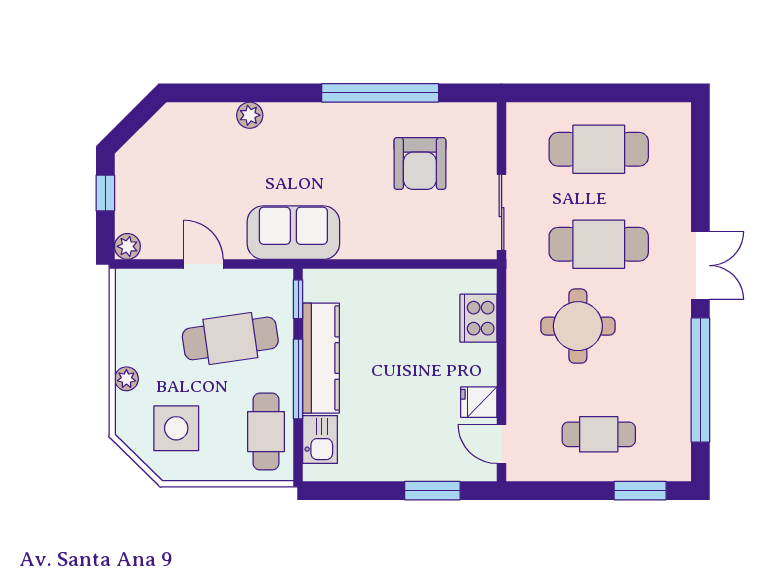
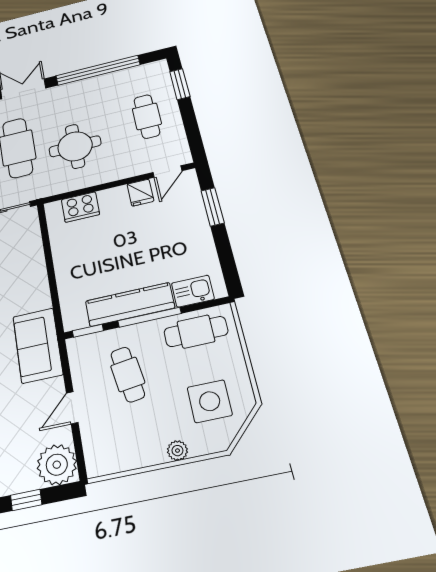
plant: (127, 246) -> (57, 465), width x1.88, depth x1.88
cafe table: (230, 338) -> (128, 374), width x0.73, depth x0.74

